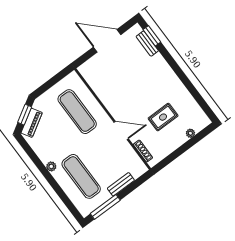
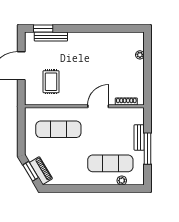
bench: (147, 44) -> (51, 37), width x1.36
rug: (163, 117) -> (51, 82), moved
plant: (51, 166) -> (122, 181), moved
window: (105, 207) -> (147, 149), moved

